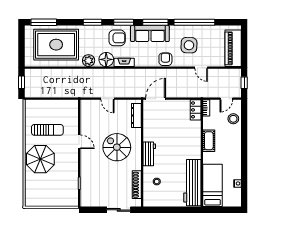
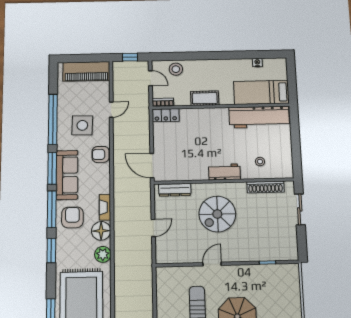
window: (124, 22) -> (52, 209), width x1.44

